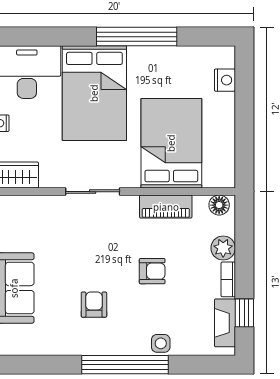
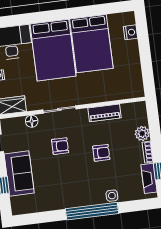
window: (137, 37) -> (74, 13), removed
bed: (171, 143) -> (91, 44), moved, turned 180
floor lamp: (219, 205) -> (32, 121), moved
armchair: (94, 305) -> (60, 146), moved, turned 90

